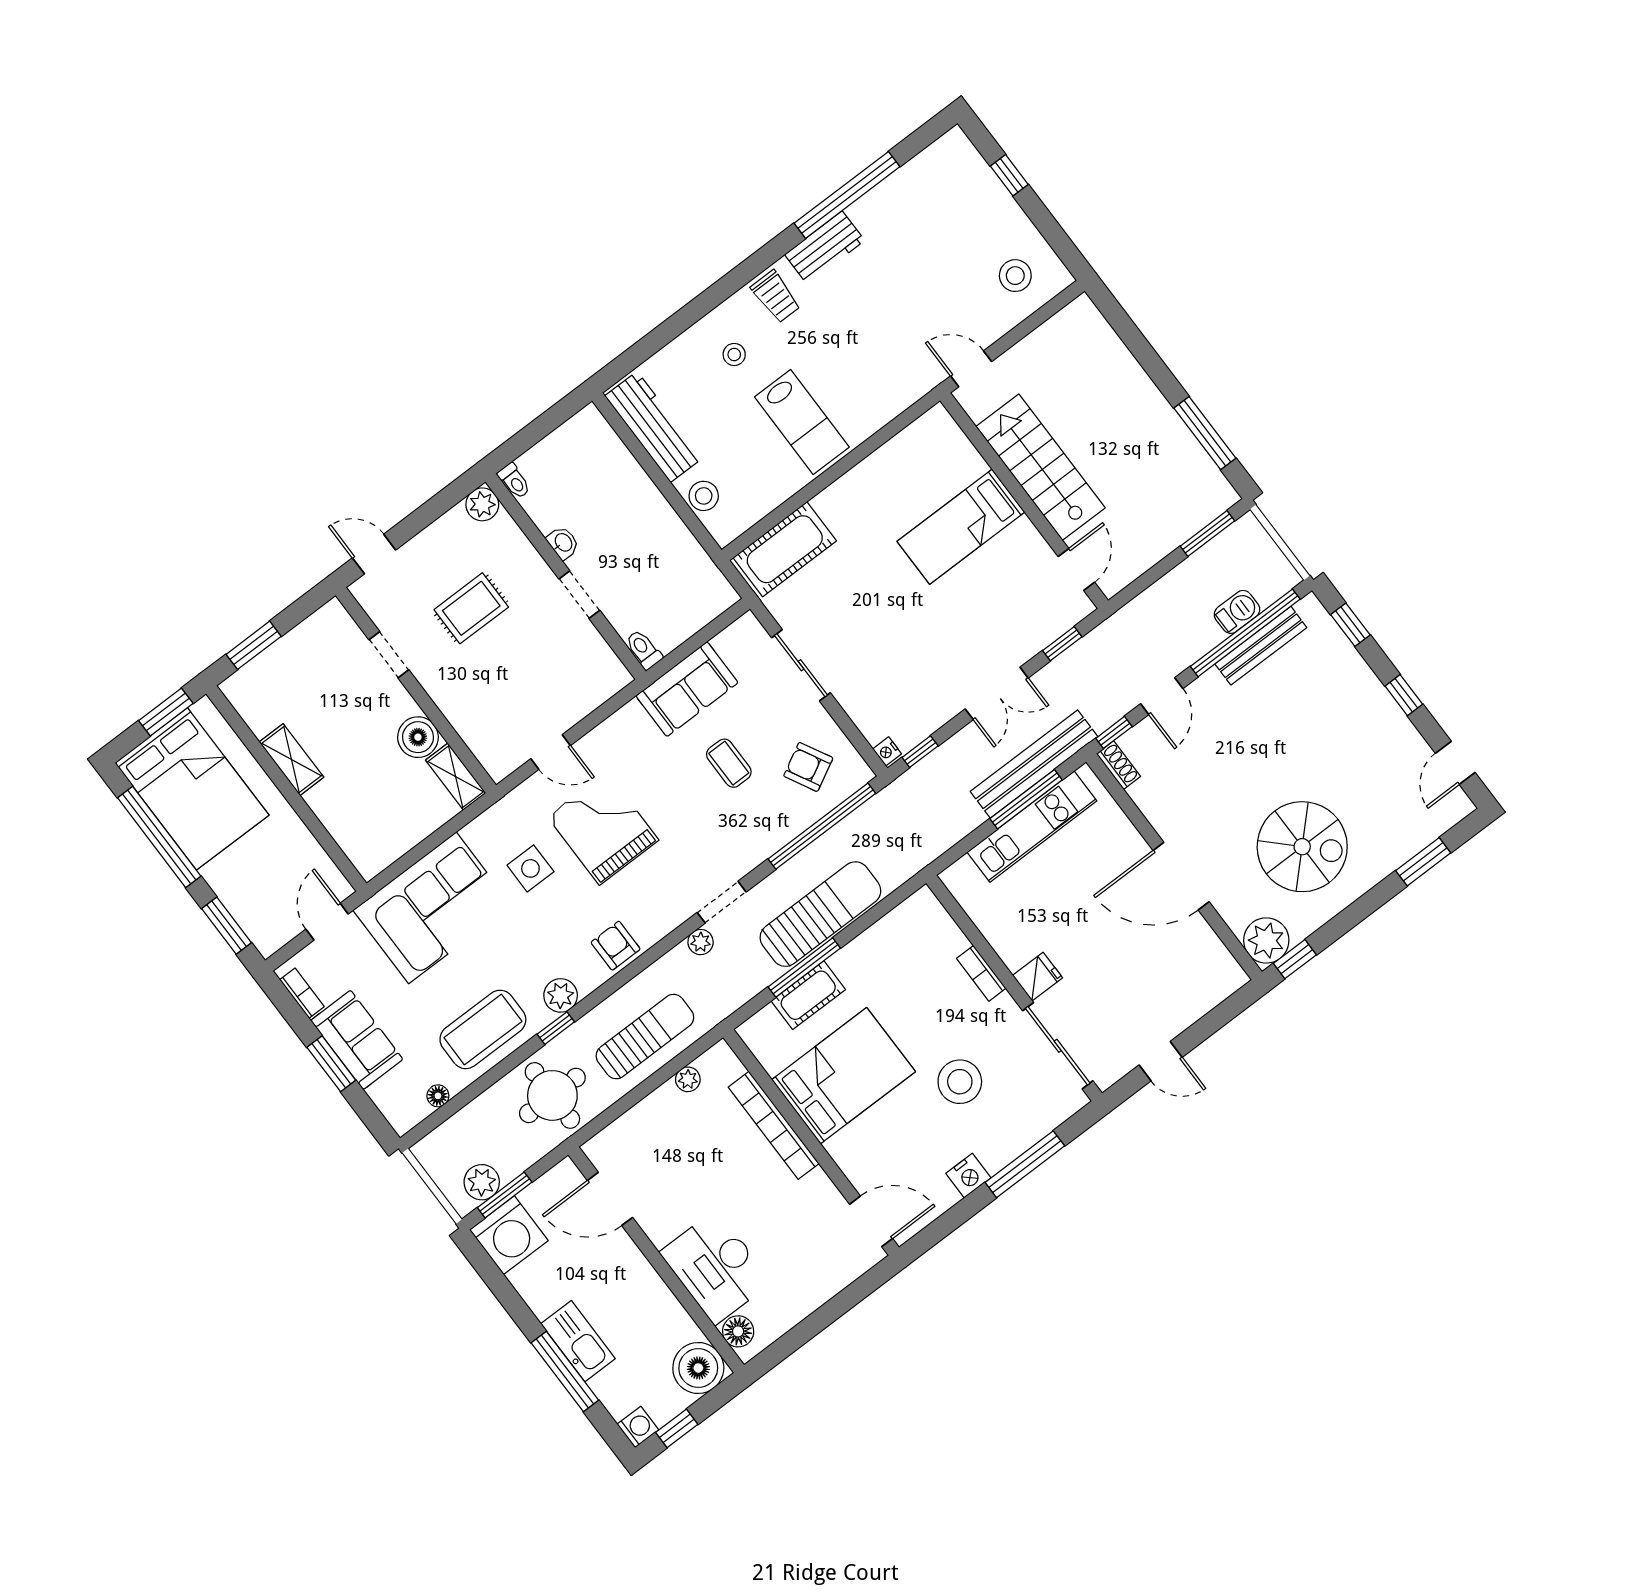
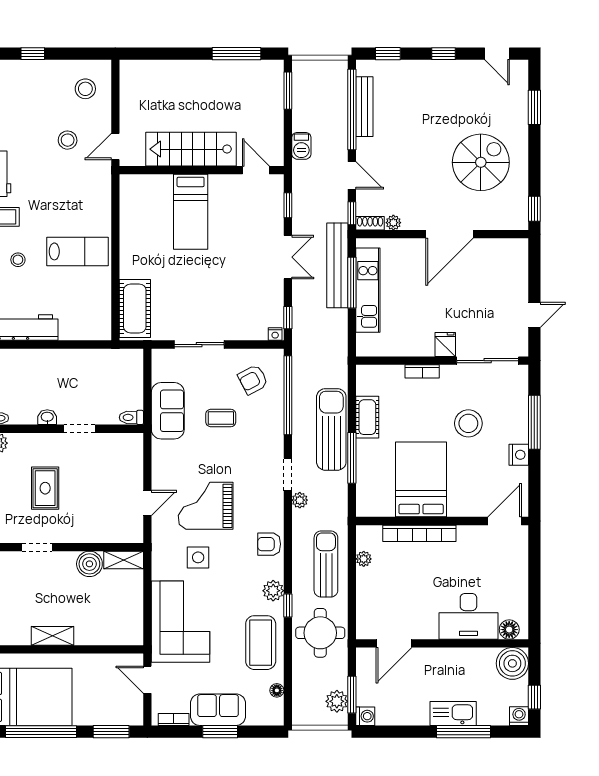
stool: (704, 496) -> (68, 140), moved
barbecue: (1237, 612) -> (301, 146), moved, turned 180
plant: (1266, 940) -> (393, 223), moved, width x0.53, depth x0.53
cot: (808, 995) -> (367, 417), moved
washing machine: (509, 1235) -> (365, 716), width x0.53, depth x0.53

